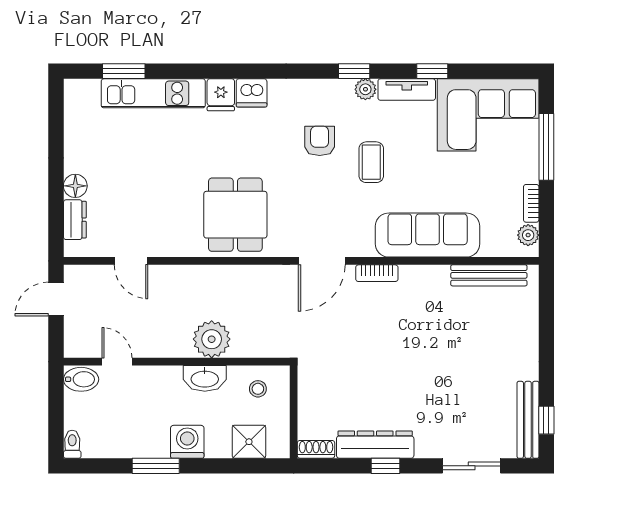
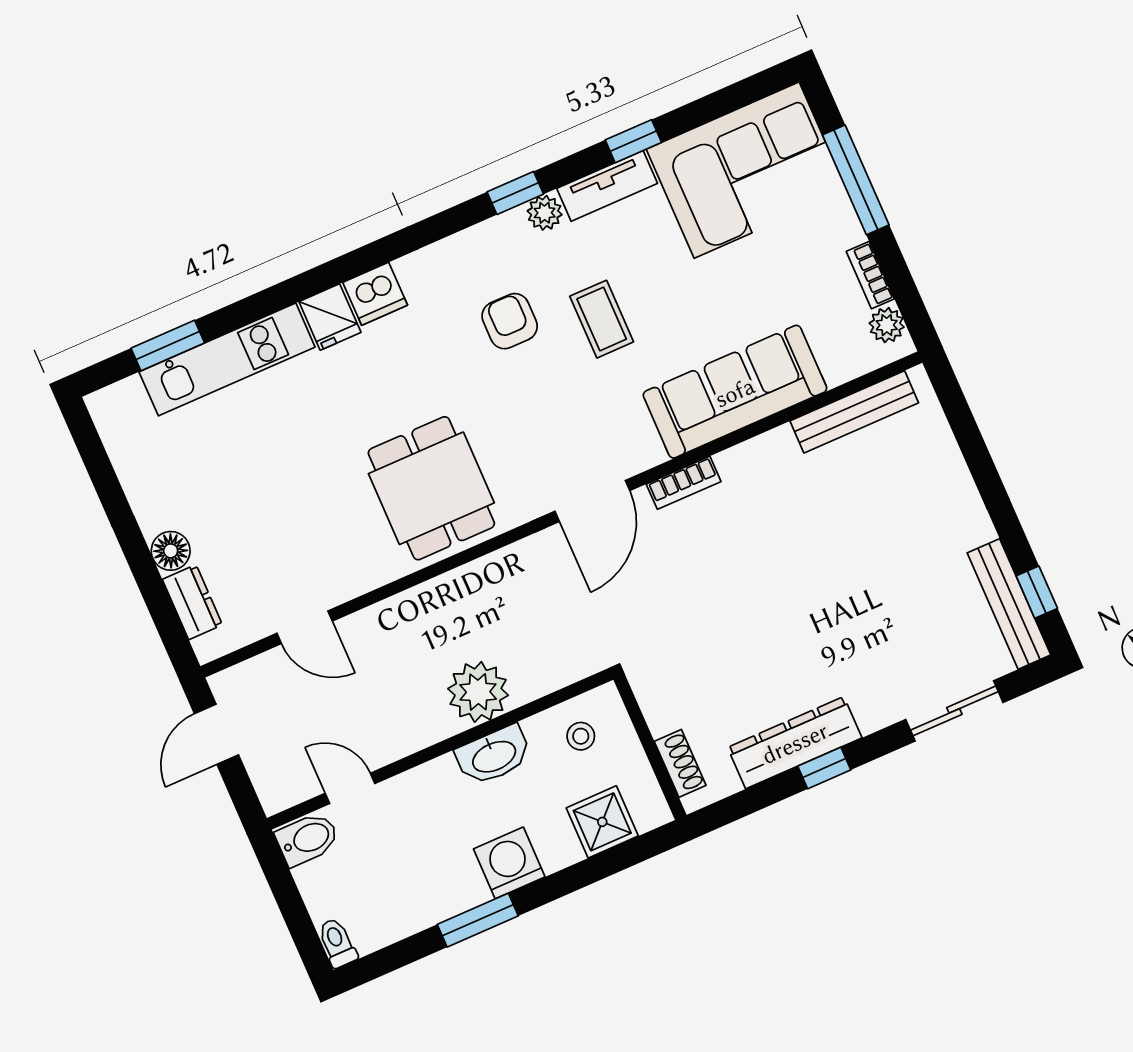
shoe rack: (316, 449) -> (680, 763), moved, turned 90

